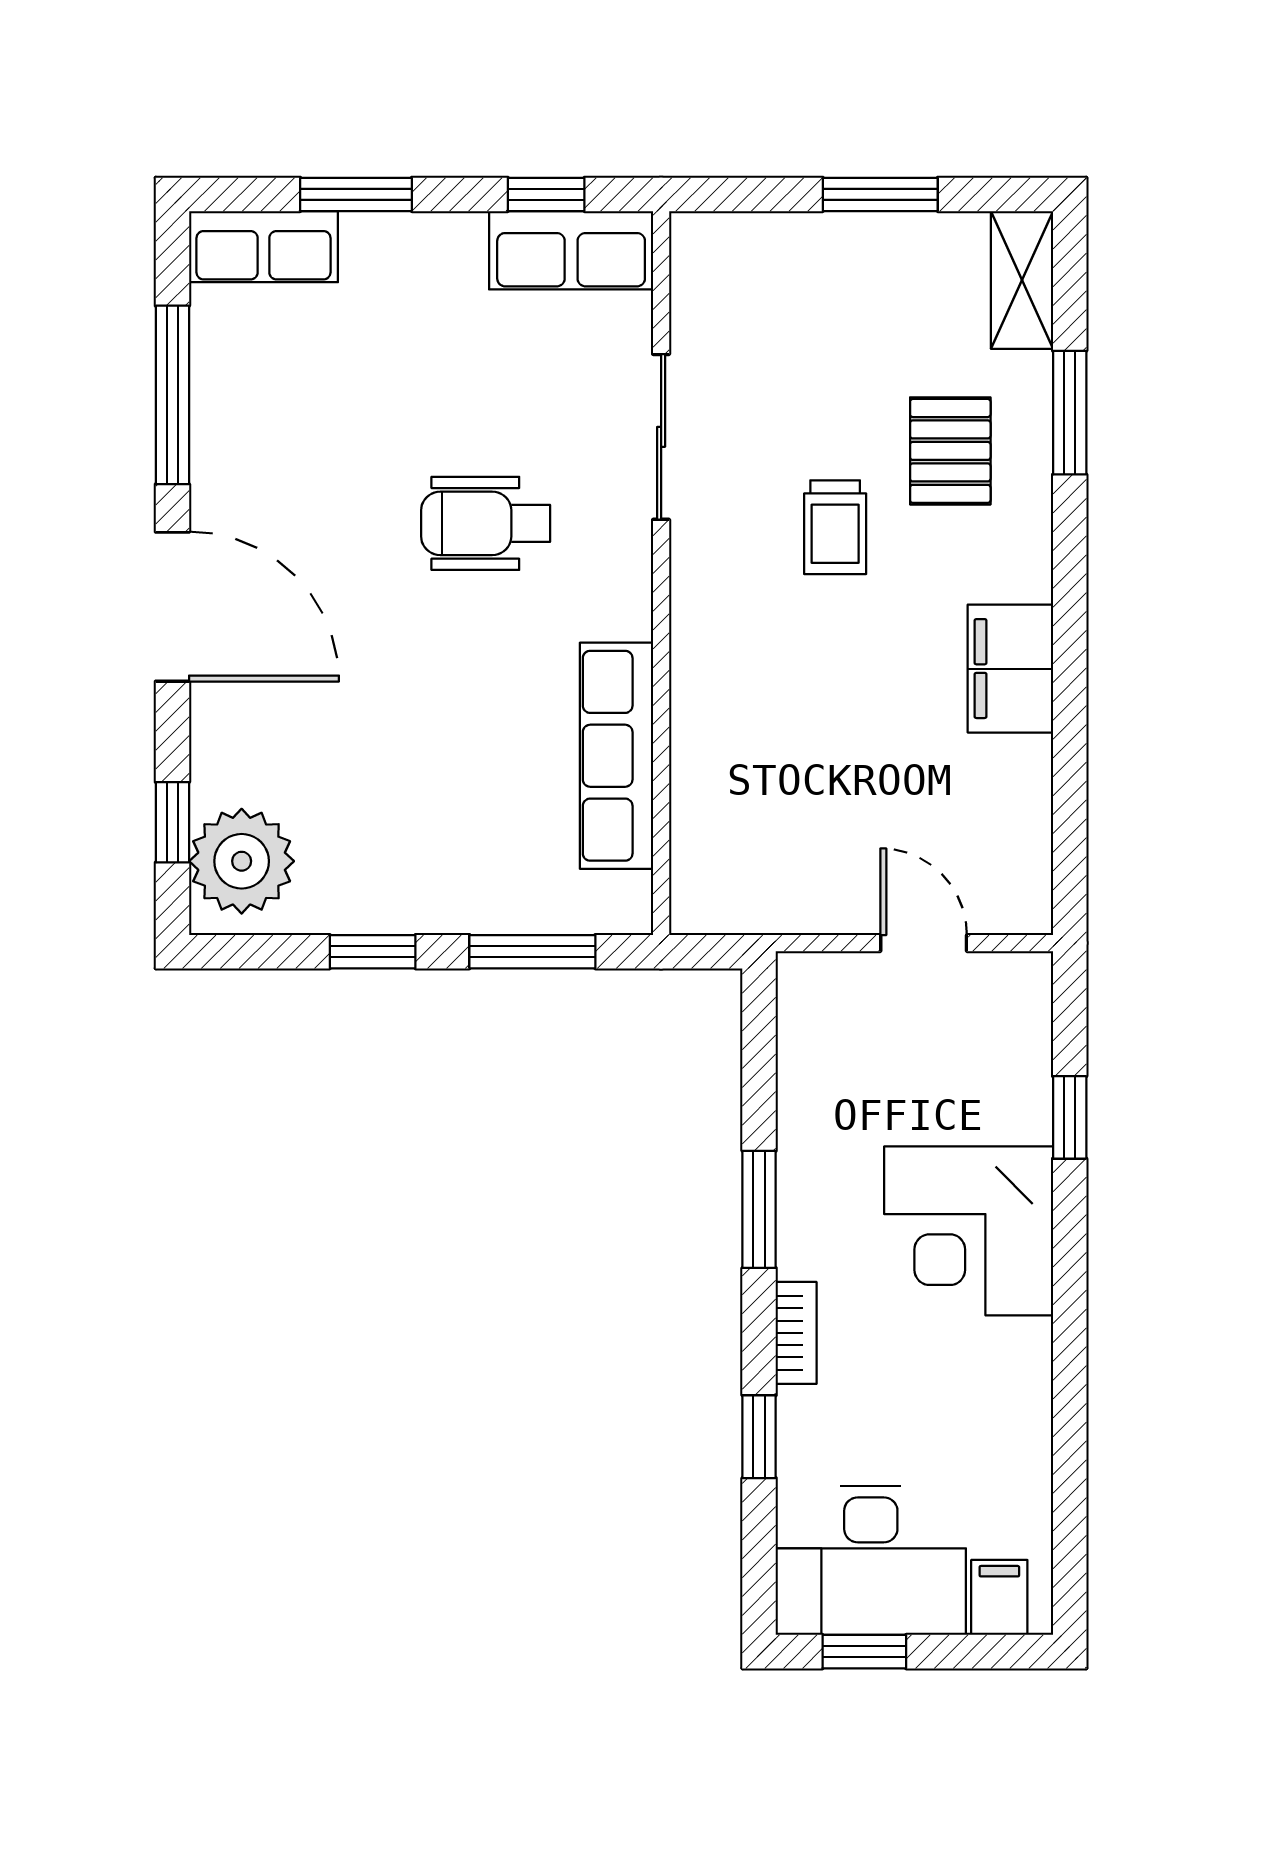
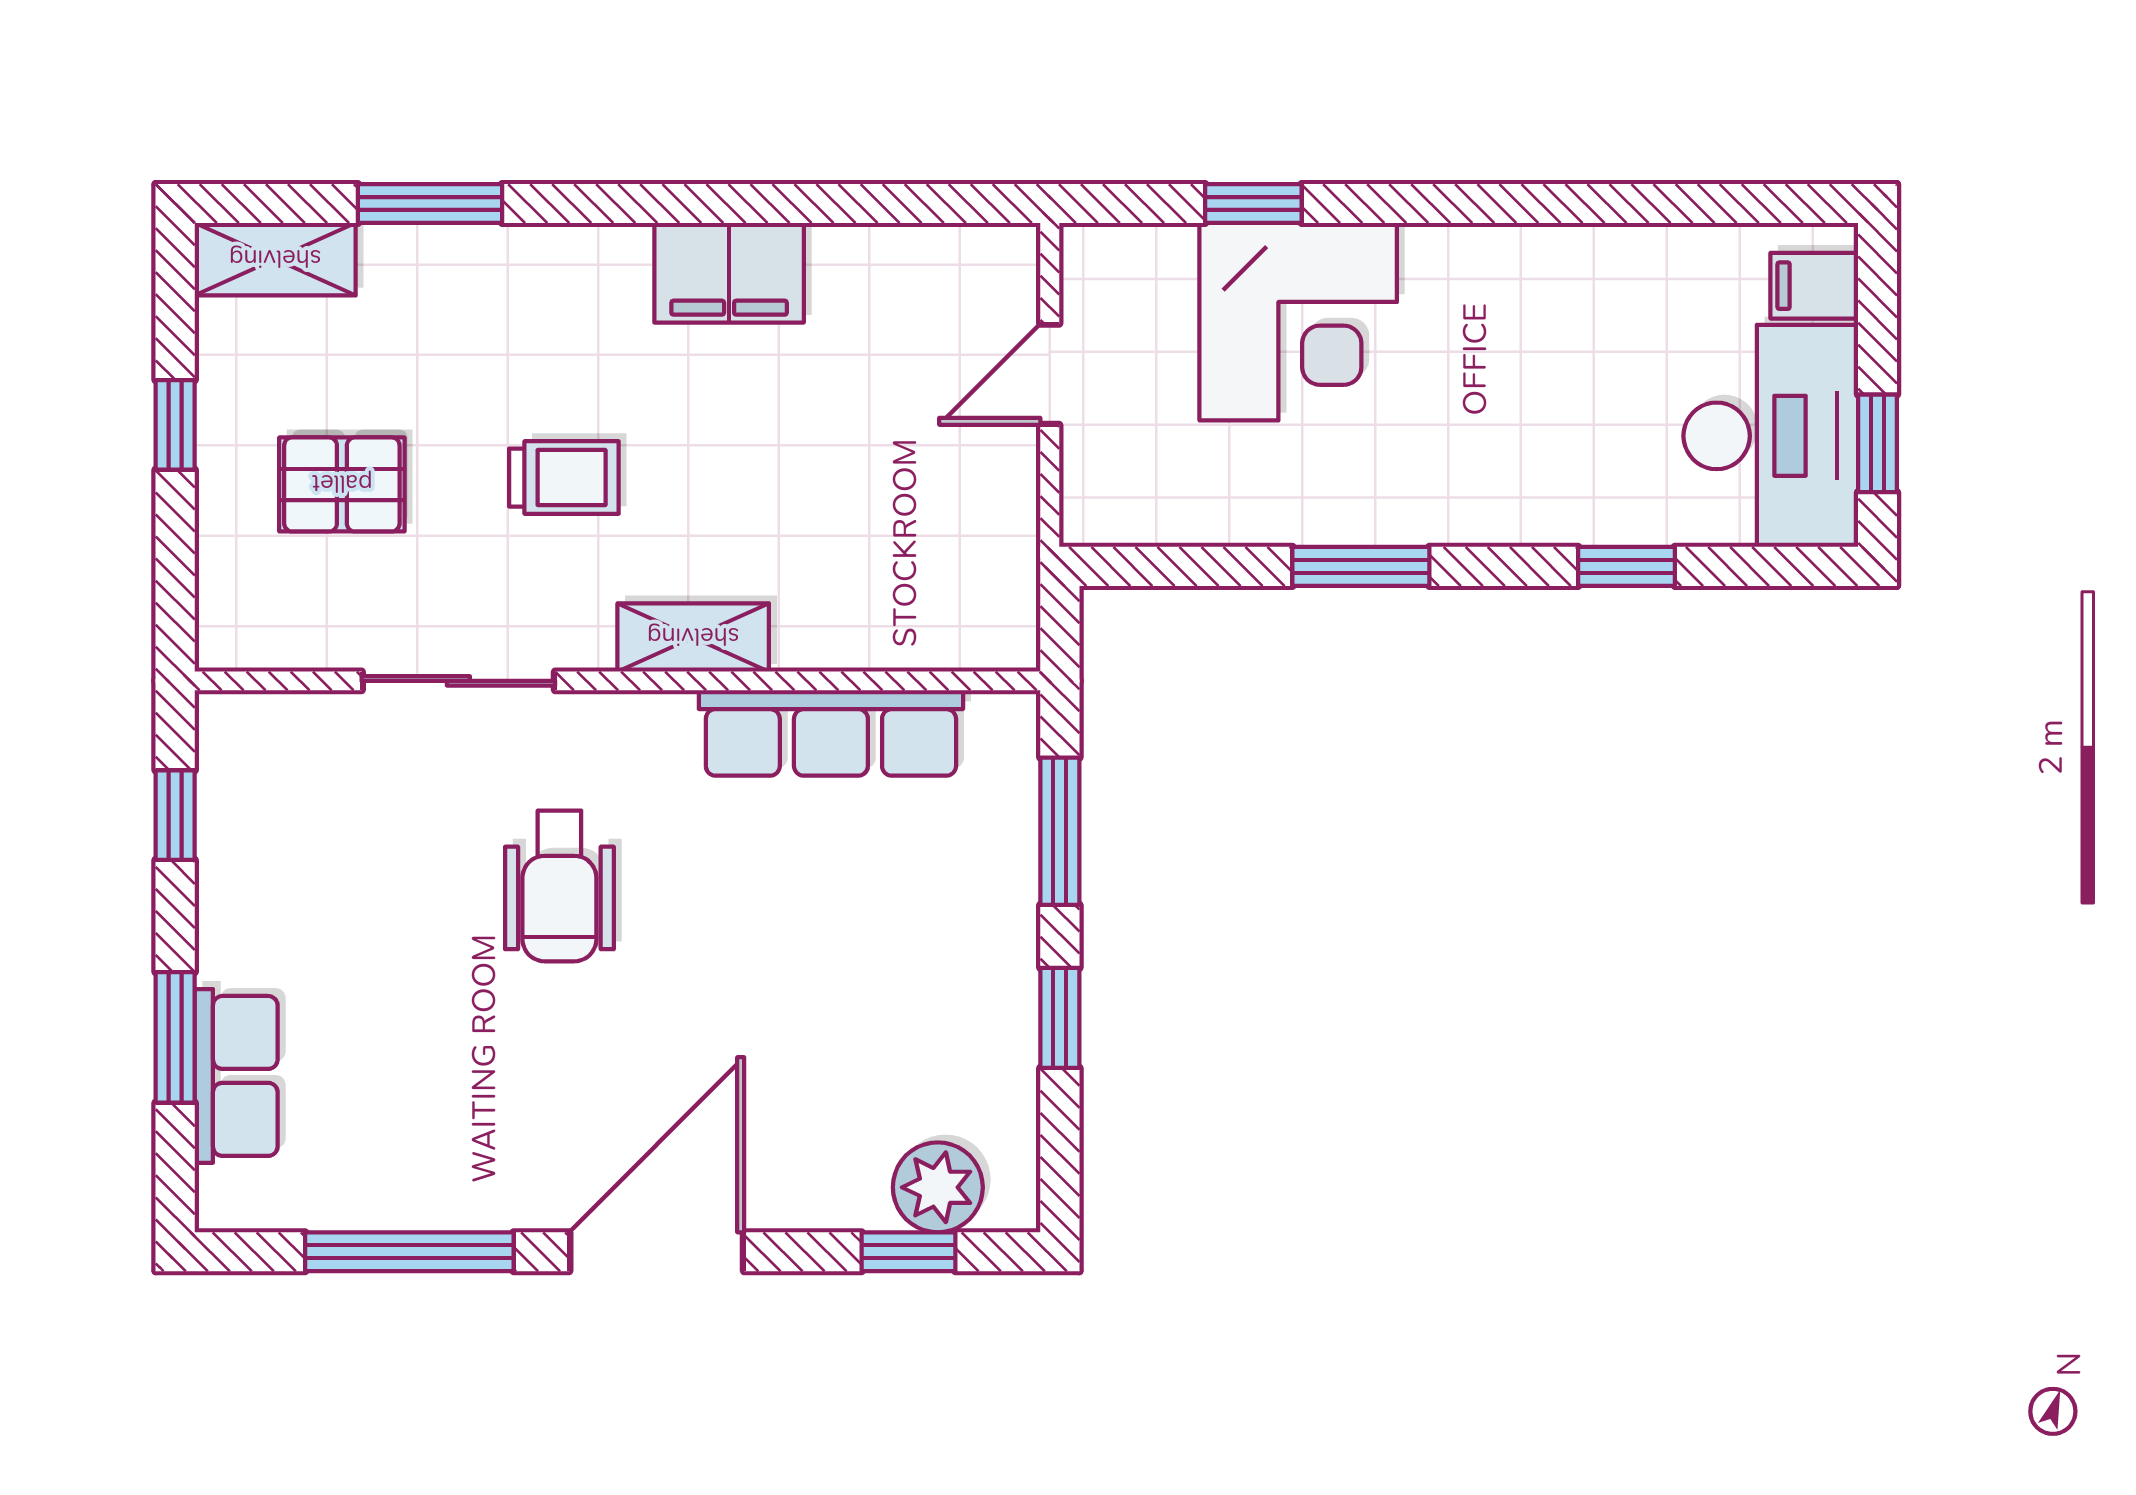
window: (880, 194) -> (175, 425), width x0.67
row of seats: (263, 247) -> (236, 1076), moved
row of seats: (571, 250) -> (240, 786), removed
pallet: (950, 451) -> (342, 484), moved
shelving: (698, 638) -> (693, 637), added
plant: (242, 861) -> (938, 1187), width x0.73, depth x0.73
corner desk: (969, 1231) -> (1298, 322), moved
bookcase: (796, 1333) -> (1505, 523), removed

